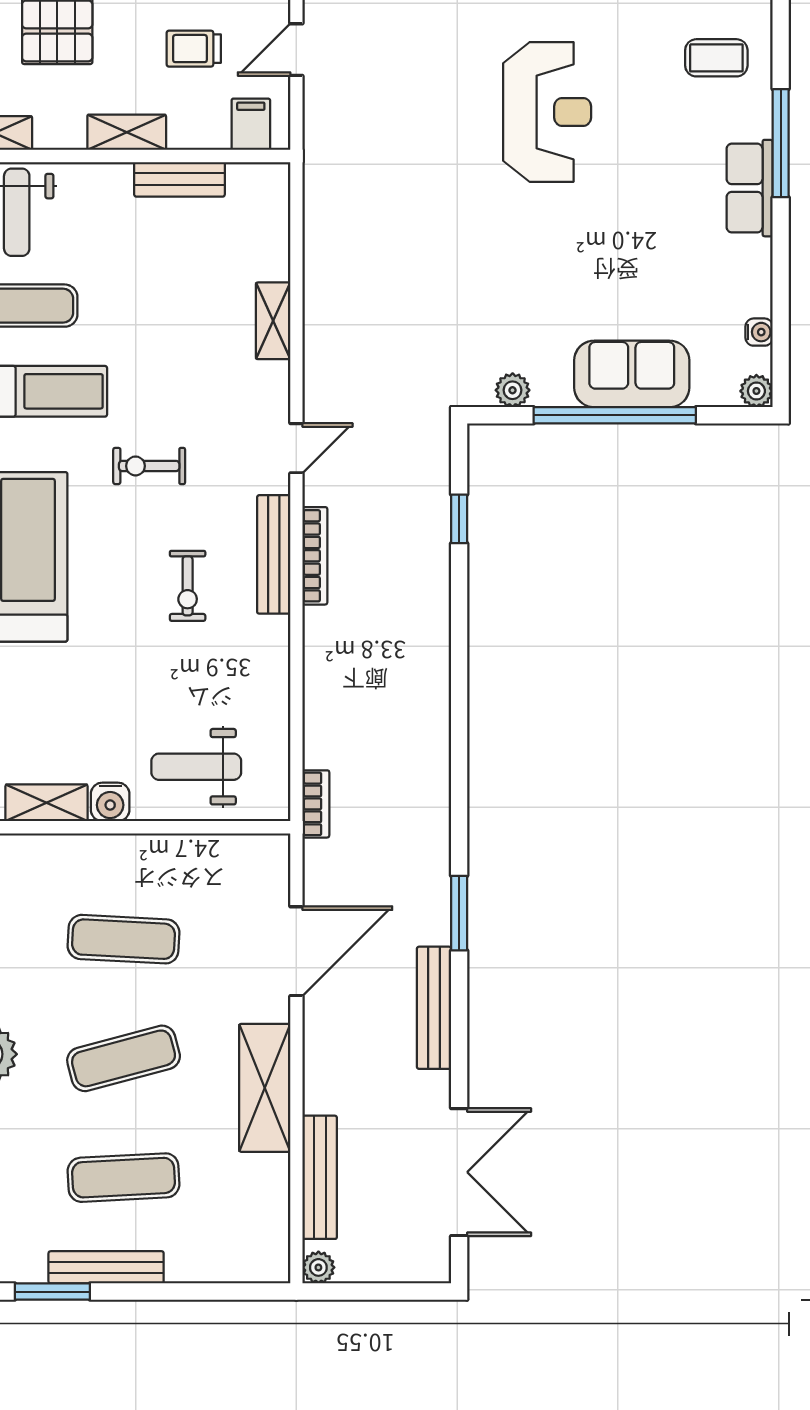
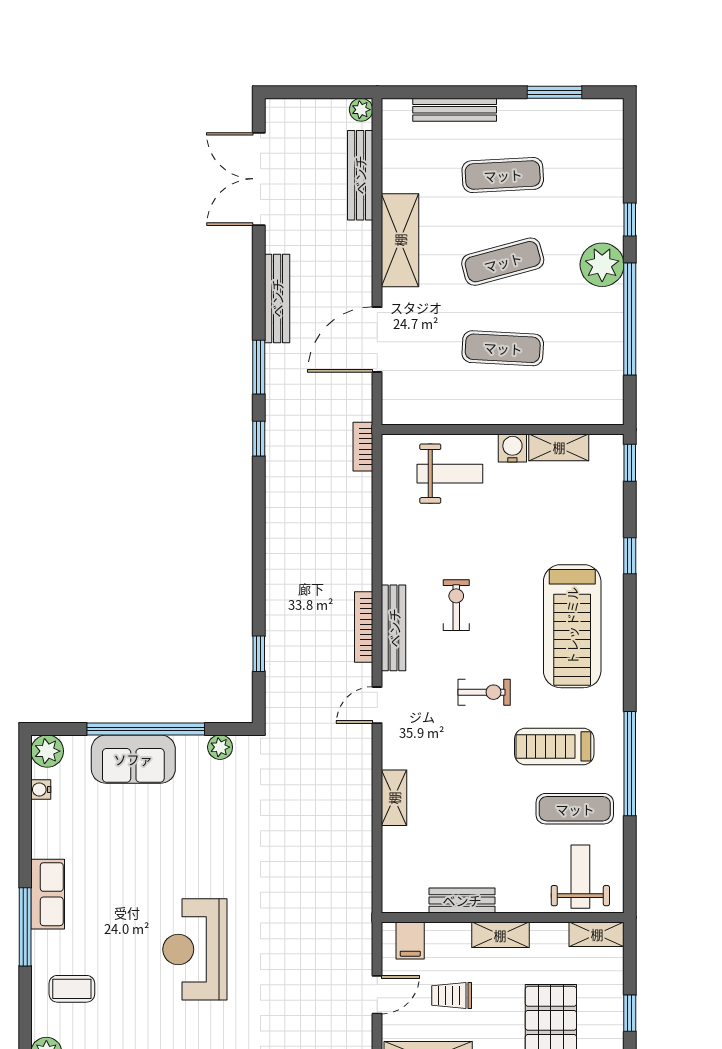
trolley: (194, 49) -> (452, 996), turned 180
plant: (756, 391) -> (47, 751), width x1.38, depth x1.38
window: (459, 815) -> (259, 439), added
bench: (106, 1267) -> (455, 110), moved

